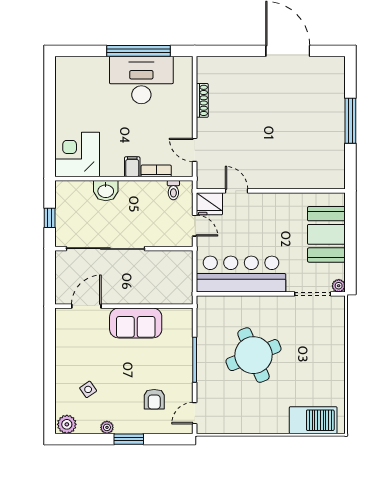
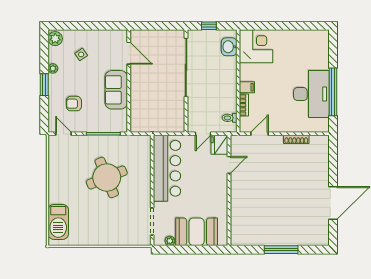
washbasin: (106, 191) -> (229, 47), moved
plant: (339, 286) -> (170, 241), moved
door: (86, 306) -> (129, 53), moved
wall: (124, 306) -> (129, 81), moved
sofa: (136, 323) -> (116, 90), moved

